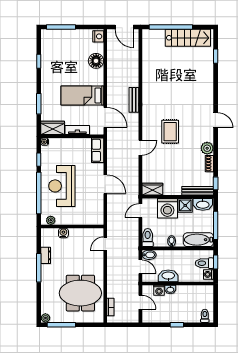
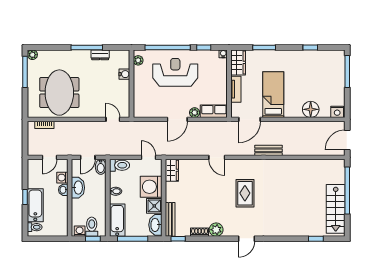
rug: (170, 132) -> (245, 193), moved, turned 90
plant: (99, 168) -> (195, 113), added
bathtub: (184, 315) -> (35, 205), added

